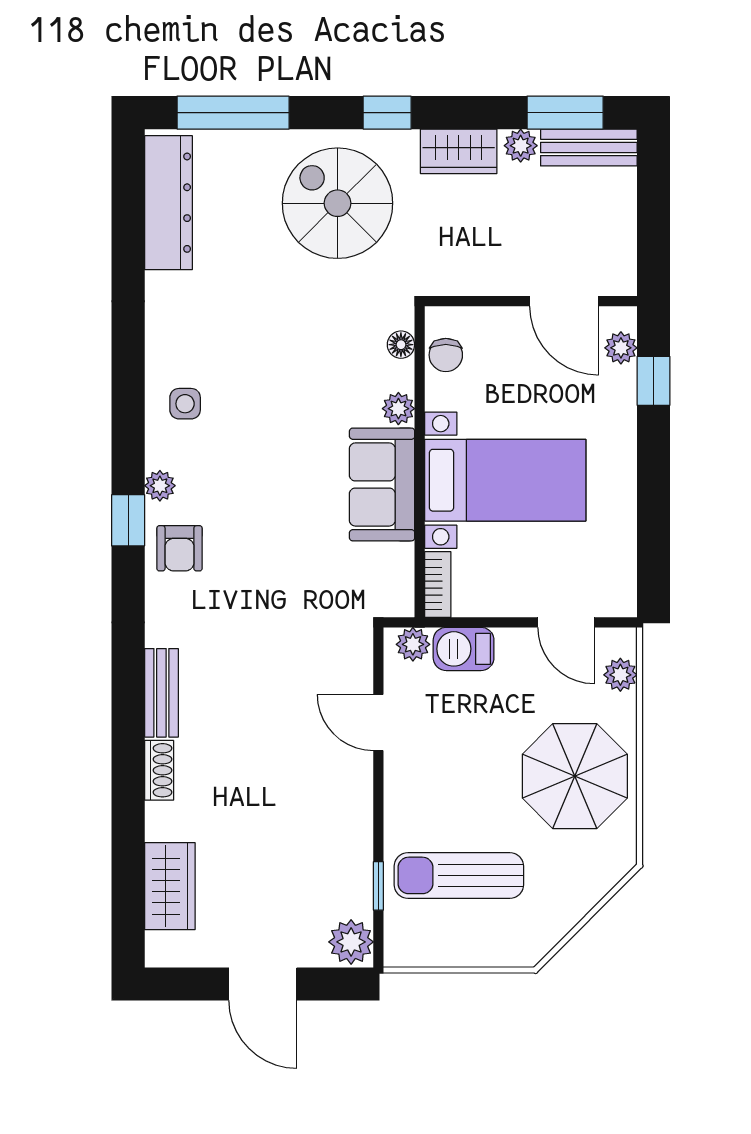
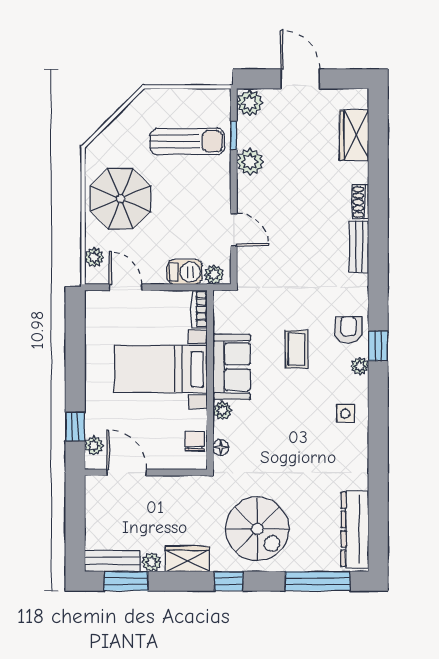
coffee table: (270, 515) -> (296, 349), added
plant: (350, 840) -> (250, 162), added

